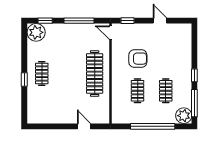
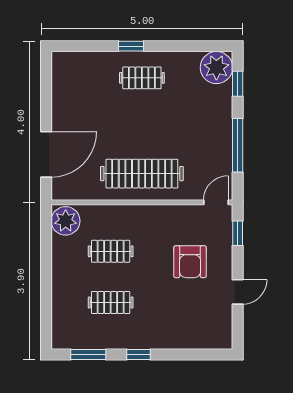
armchair: (138, 59) -> (190, 262), moved
window: (194, 103) -> (88, 355), width x0.69
plant: (184, 116) -> (66, 221), moved
door: (84, 126) -> (46, 154), width x1.88
window: (153, 126) -> (46, 279), removed

